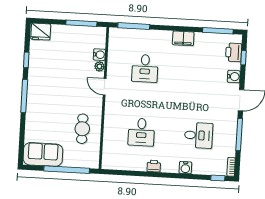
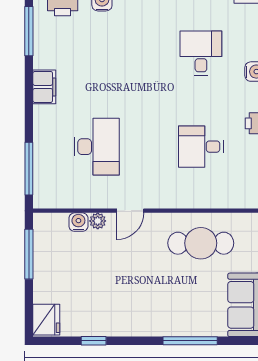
desk: (145, 68) -> (97, 147), width x1.37
window: (24, 96) -> (190, 341), moved
cafe table: (82, 129) -> (201, 243), width x1.37, depth x1.35
desk: (141, 132) -> (201, 147), turned 180

